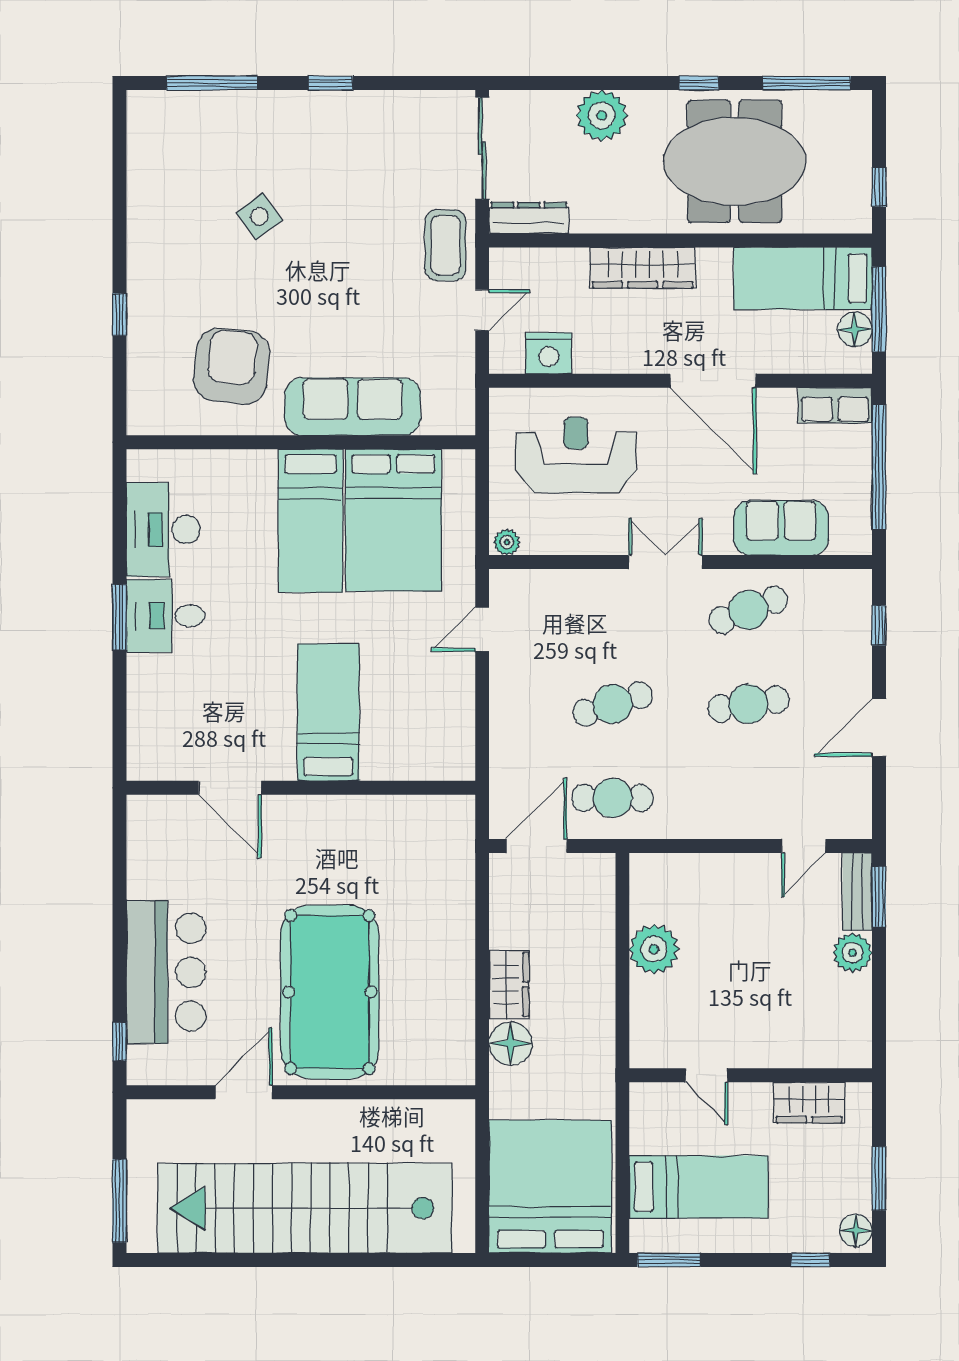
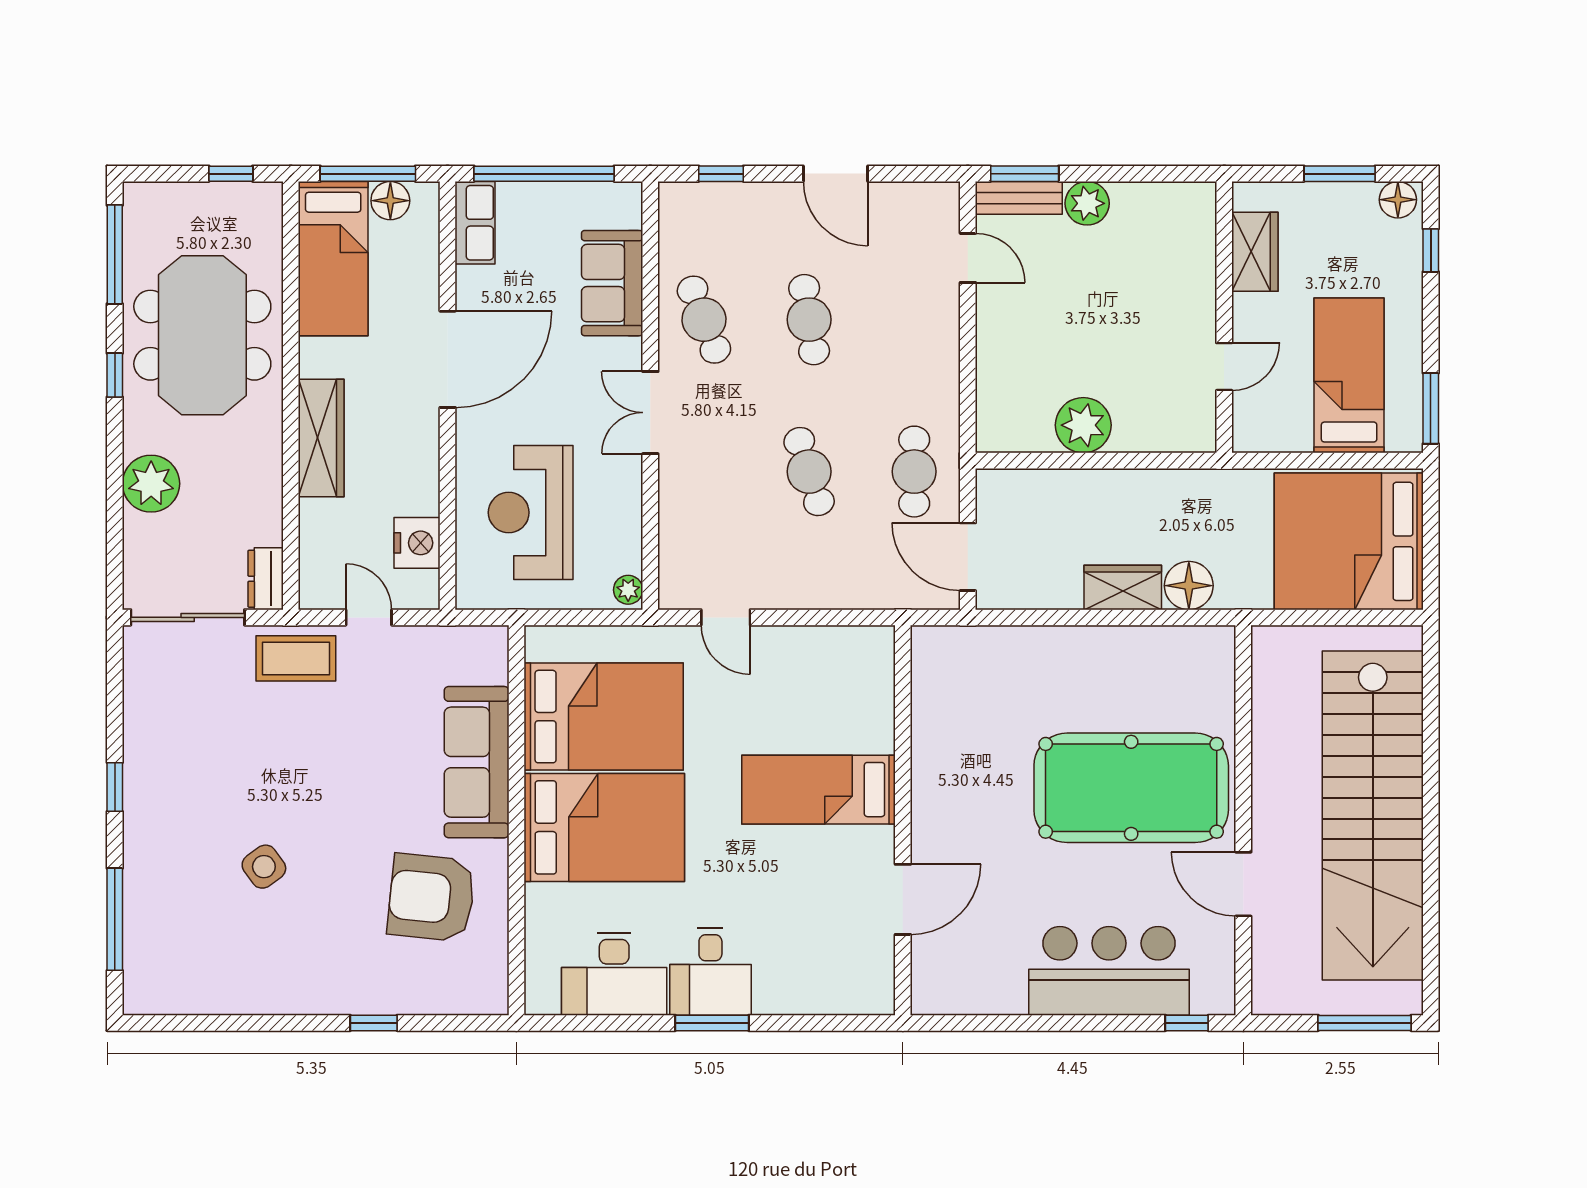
dresser: (529, 218) -> (266, 579), width x0.70
bed: (310, 521) -> (604, 827), width x1.50

